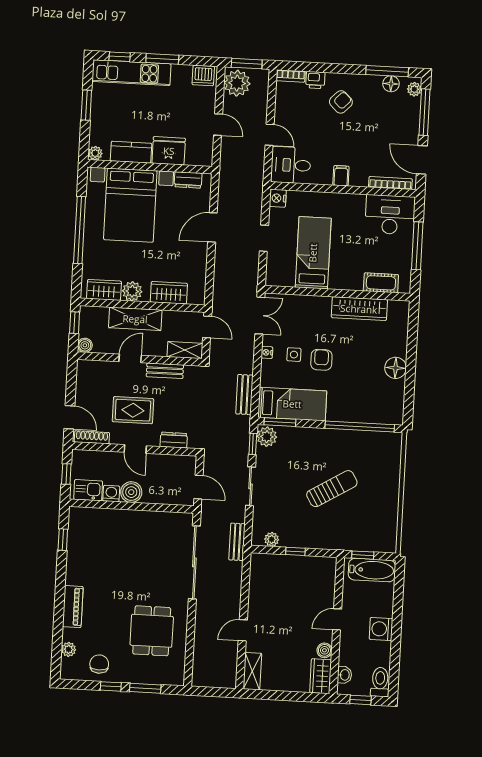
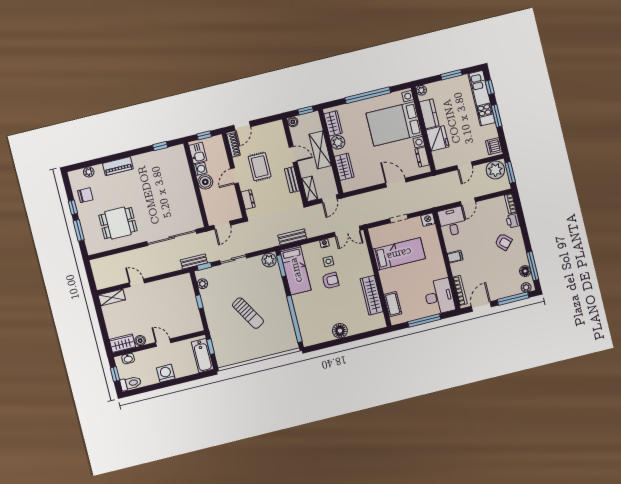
window: (253, 444) -> (204, 266), moved

